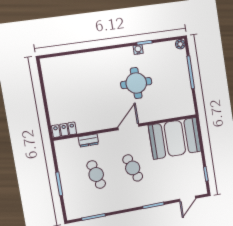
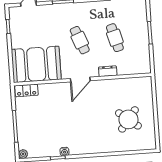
round table: (136, 83) -> (128, 119), moved, turned 38
locker: (64, 130) -> (26, 90), moved
dresser: (88, 140) -> (108, 71), moved

